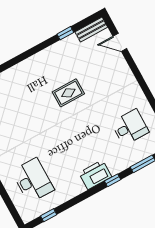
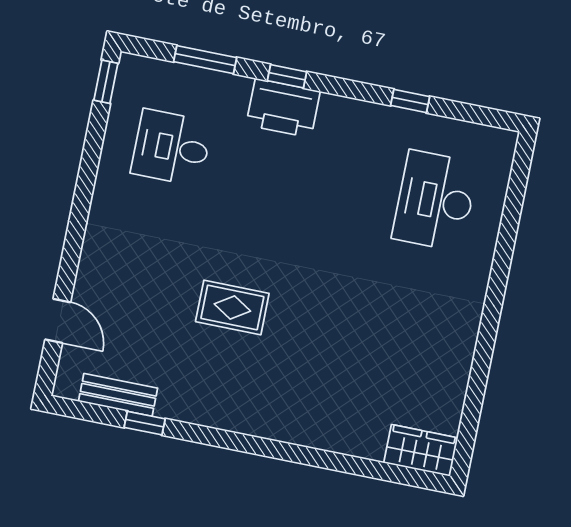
bench: (91, 29) -> (118, 395), moved
printer: (95, 175) -> (283, 108), moved
window: (49, 215) -> (410, 101), moved

